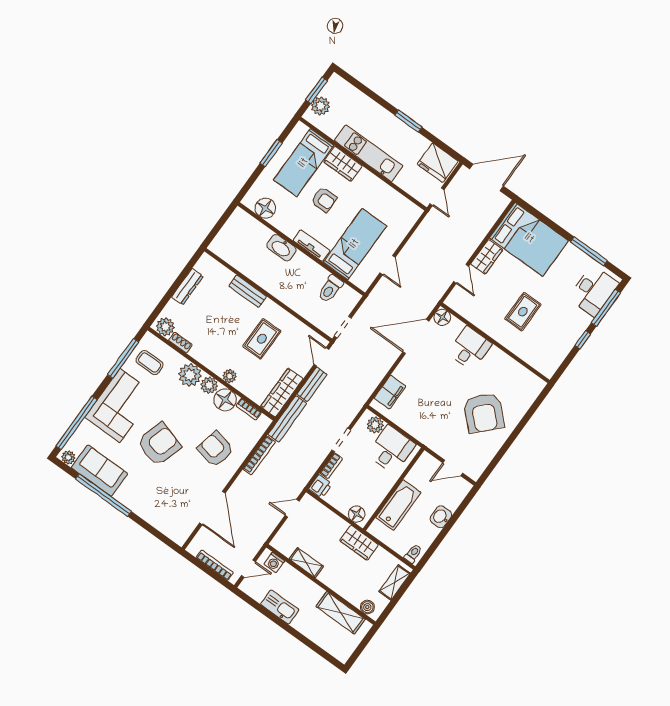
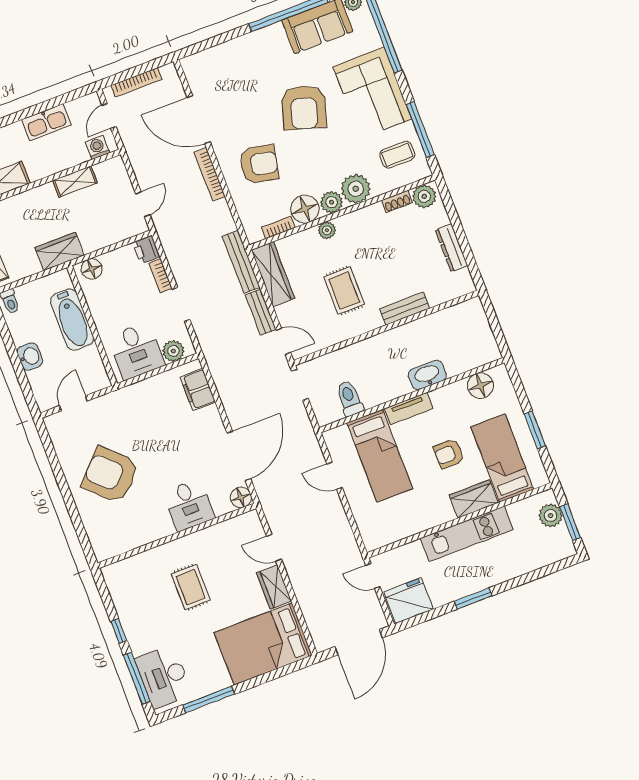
bookcase: (259, 455) -> (210, 174), moved

